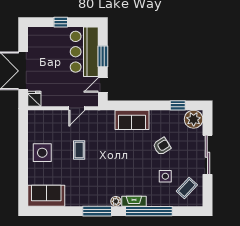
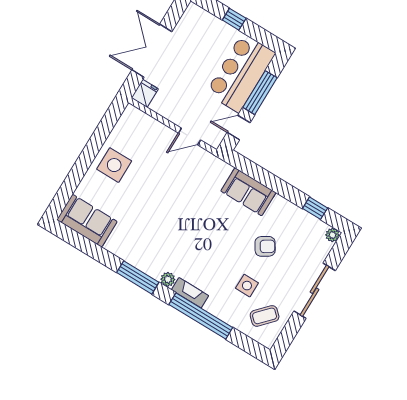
window: (103, 56) -> (260, 93), width x1.44
plant: (194, 119) -> (332, 235), width x0.53, depth x0.53
coffee table: (79, 150) -> (161, 189), removed

